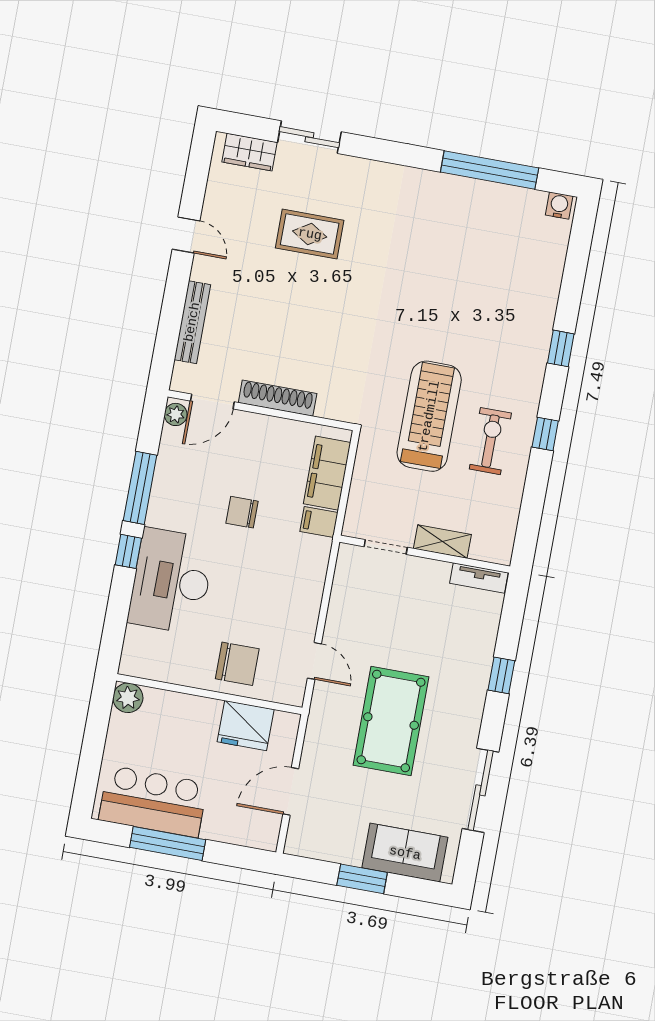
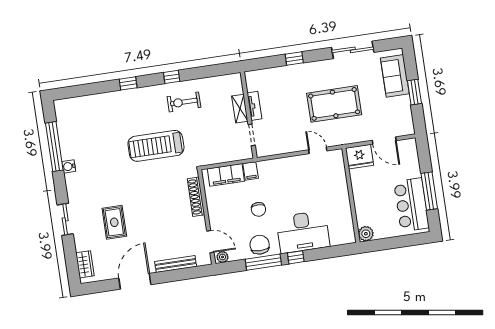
sliding door: (309, 137) -> (65, 219), moved
water cooler: (559, 206) -> (69, 166), moved
door: (186, 235) -> (135, 281), width x1.87
shoe rack: (278, 398) -> (196, 197), moved
treadmill: (429, 416) -> (156, 146), moved
tv unit: (479, 578) -> (254, 106), moved
door: (314, 661) -> (318, 150), hinge flipped
chair: (237, 664) -> (260, 245), moved
fridge: (246, 726) -> (360, 157), moved, turned 90

